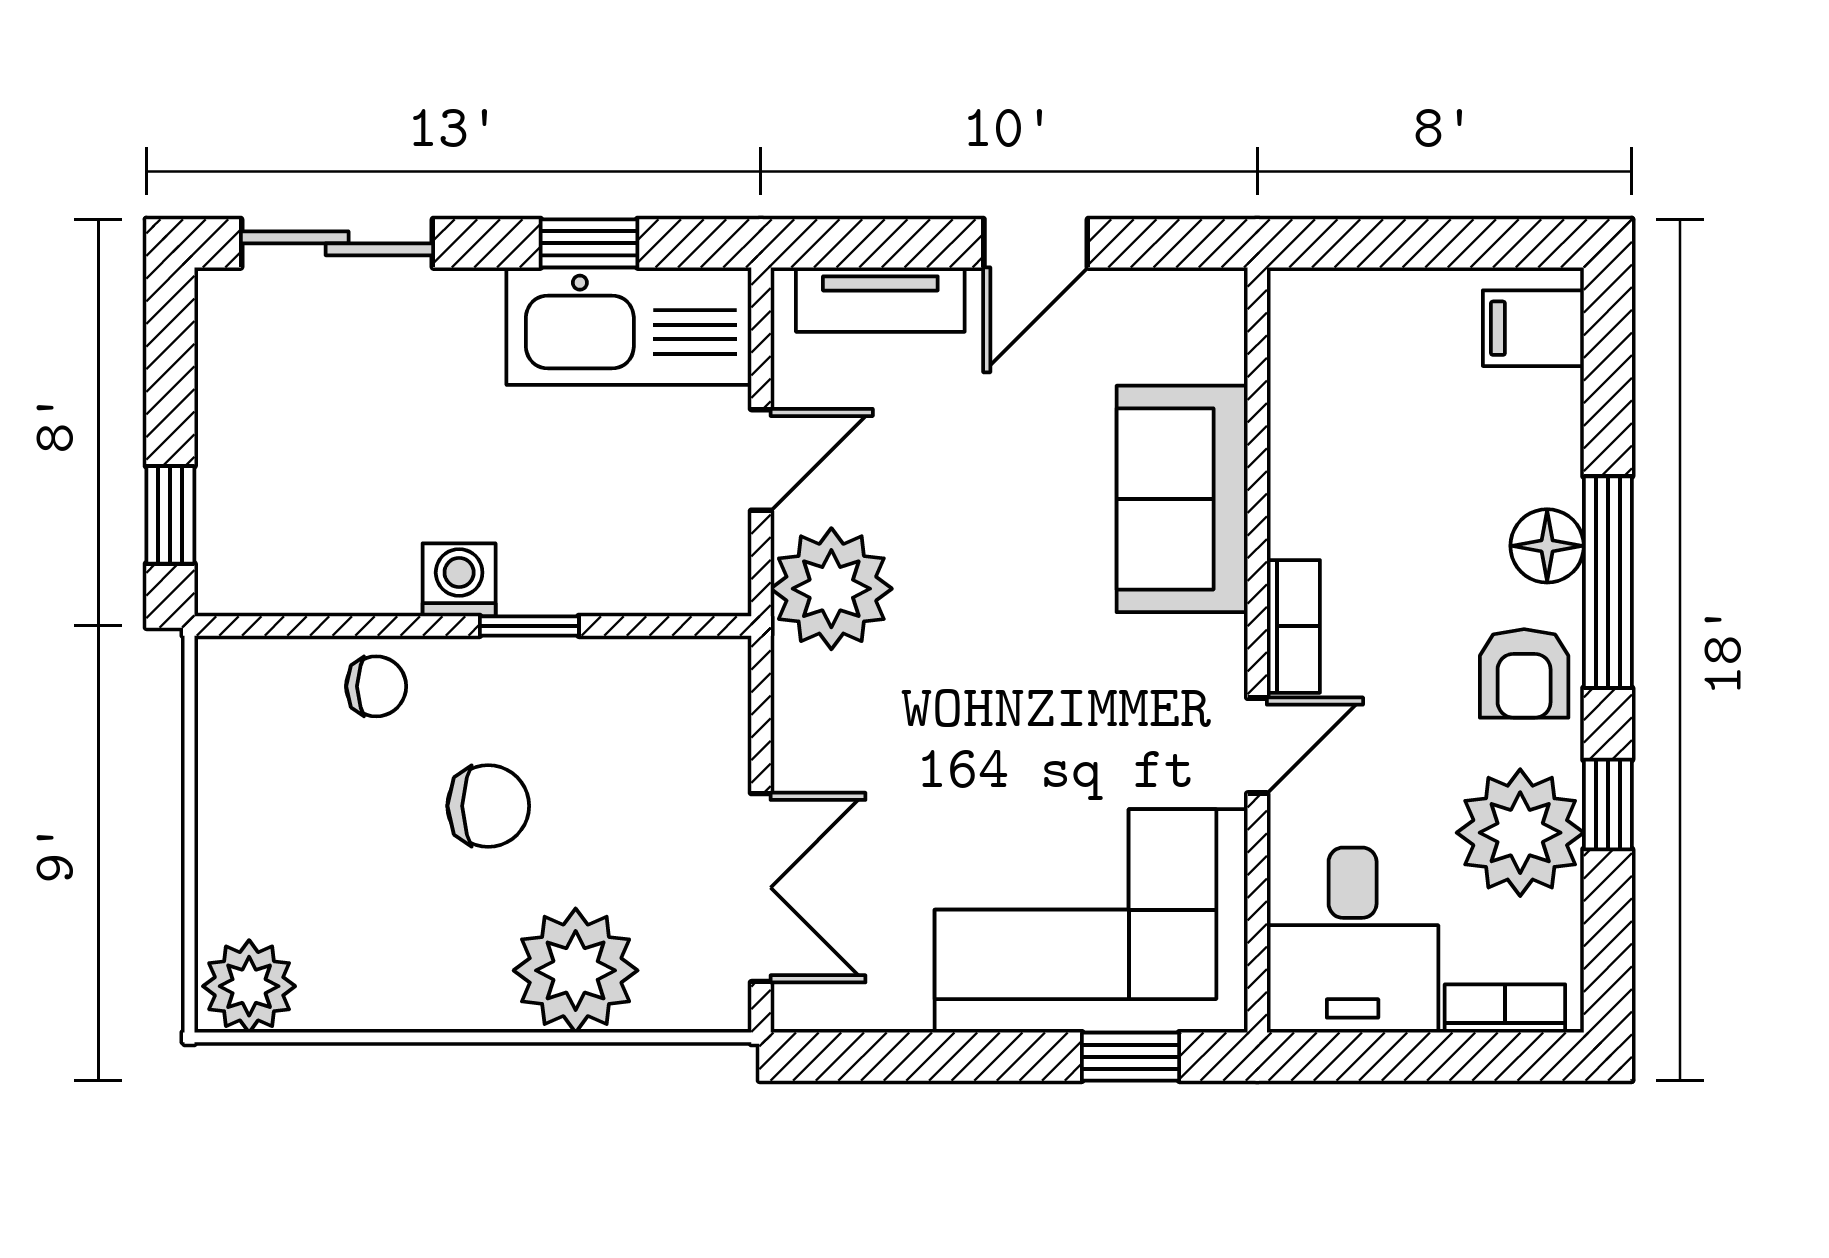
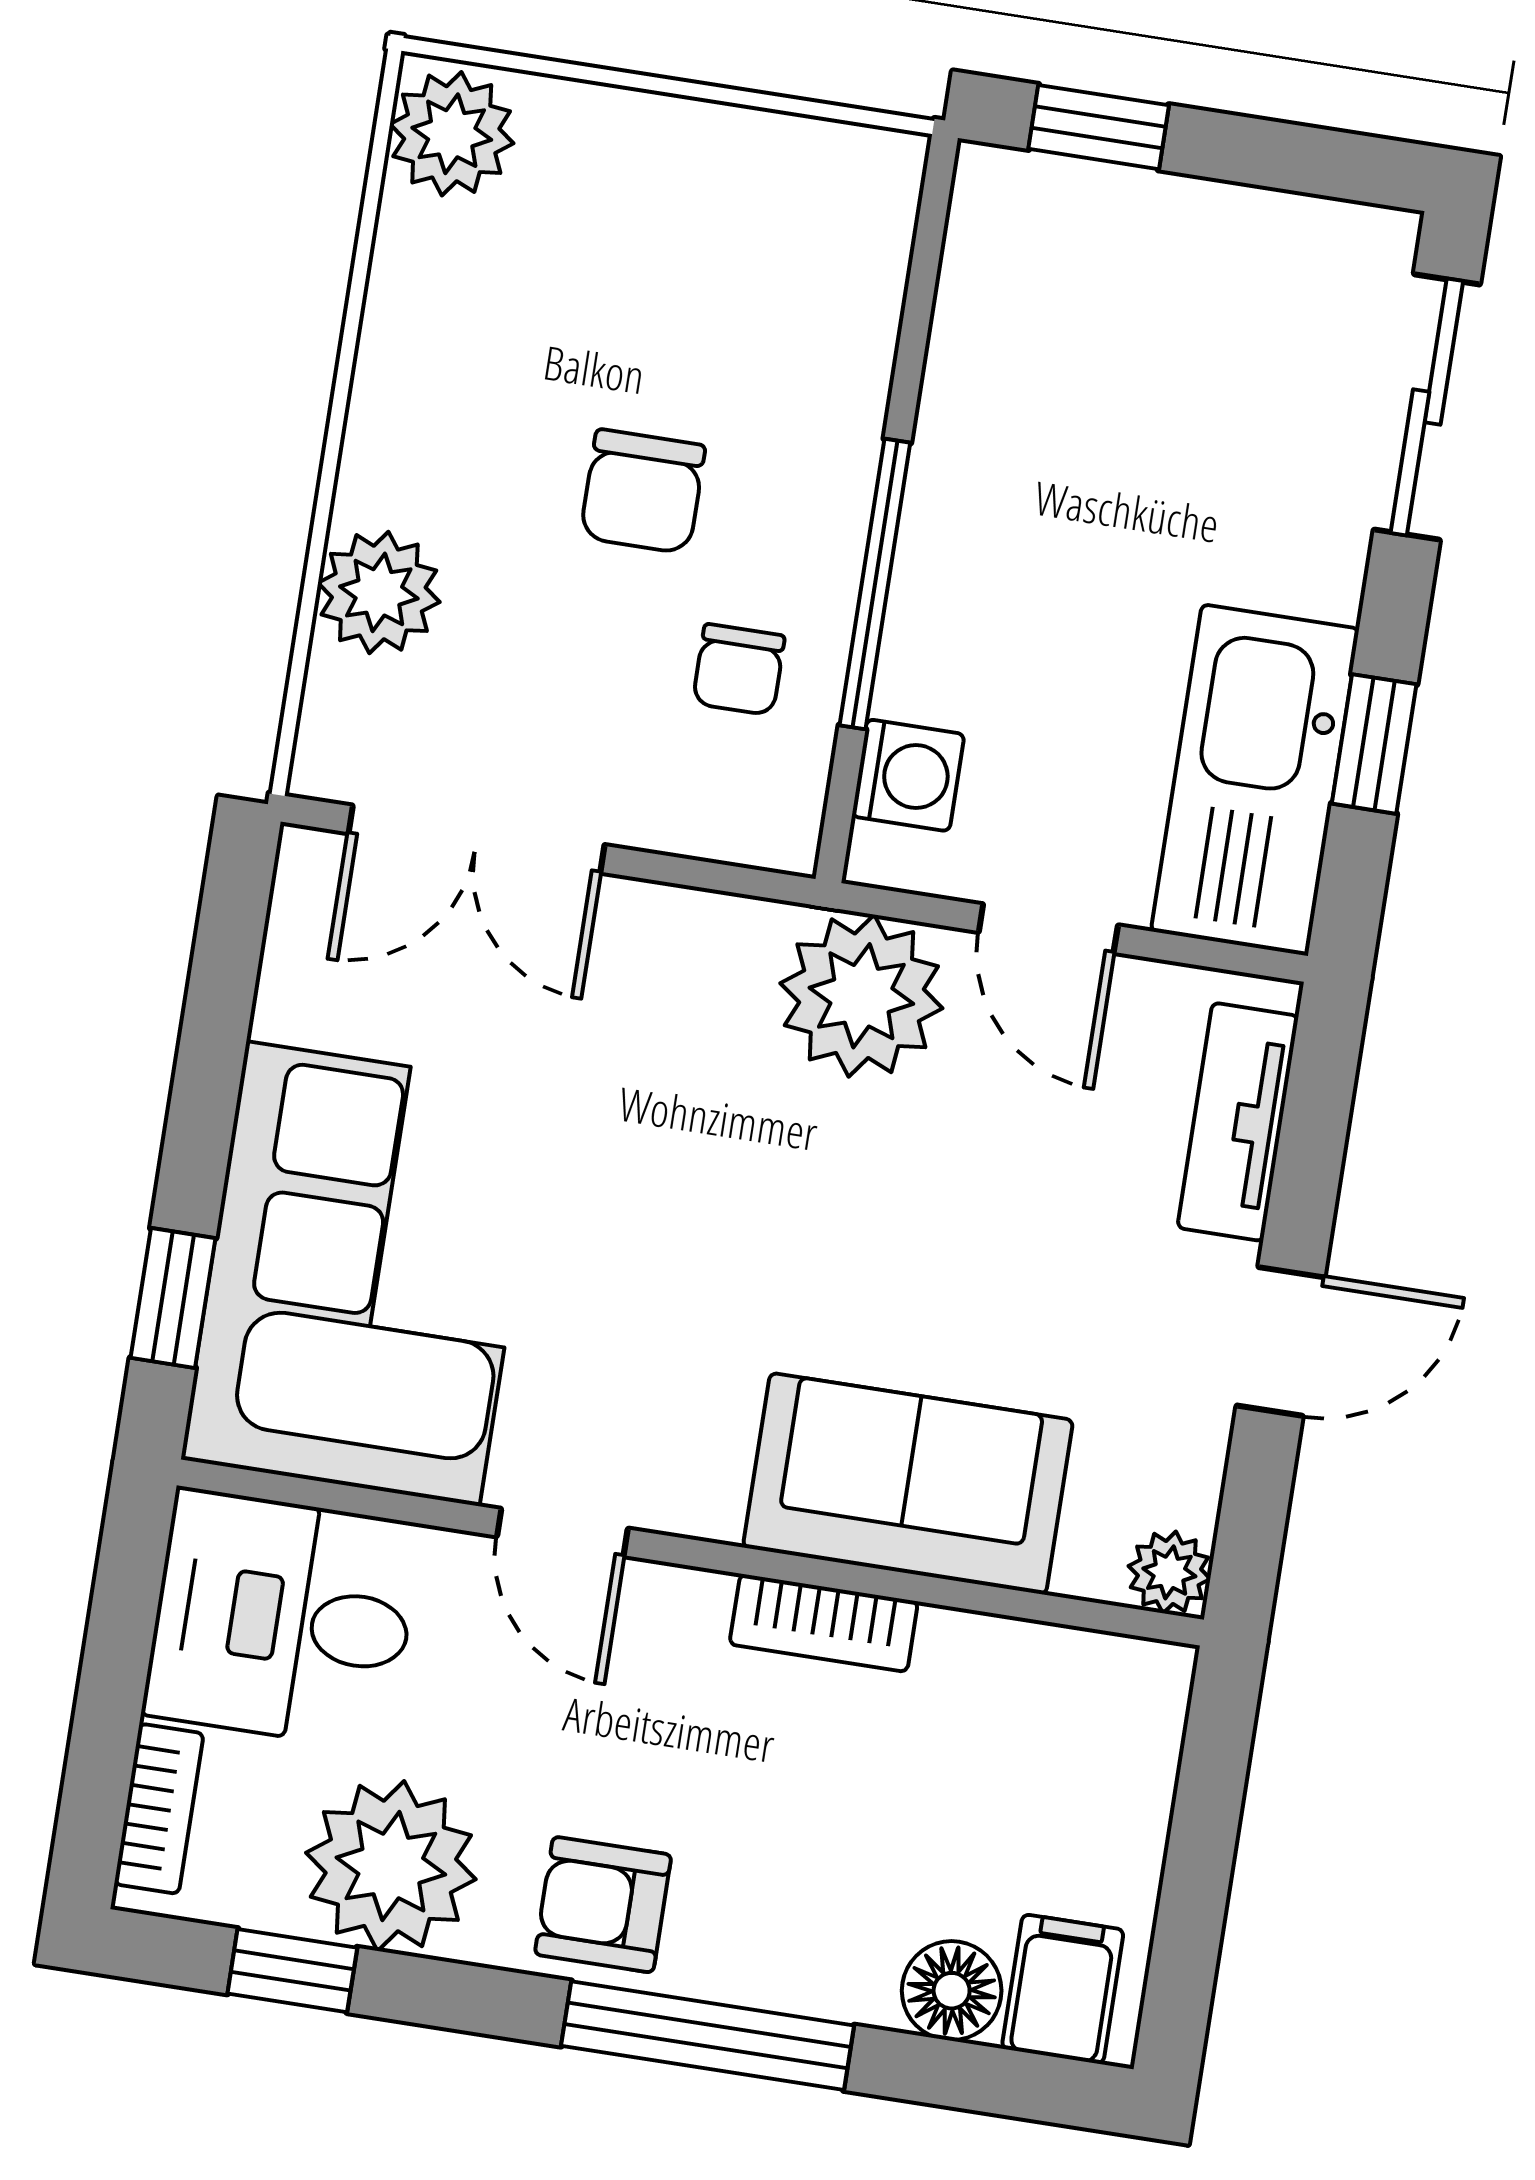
door: (1036, 243) -> (1281, 1341), swing flipped
plant: (1217, 298) -> (1169, 1572), added
floor lamp: (1547, 546) -> (952, 1991), moved
washing machine: (459, 580) -> (908, 775), moved
window: (529, 626) -> (875, 584), width x2.17
bookcase: (1293, 626) -> (824, 1623), moved
chair: (376, 686) -> (739, 670), moved
window: (1608, 804) -> (292, 1971), moved
plant: (576, 970) -> (379, 592), width x0.73, depth x0.73

